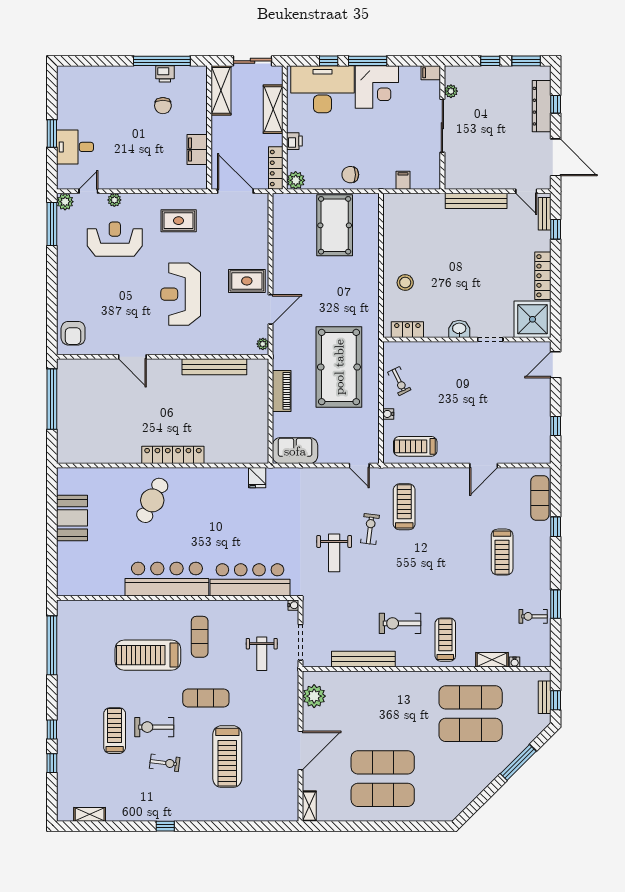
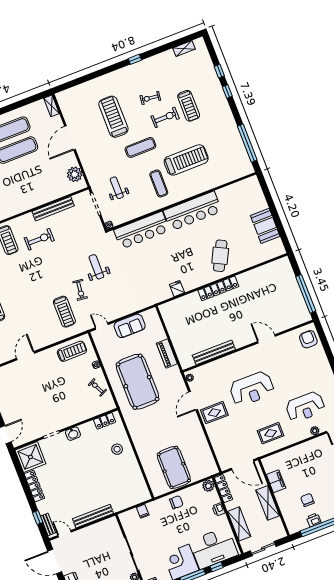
shelving: (221, 90) -> (268, 503), moved
reception desk: (181, 294) -> (252, 389), turned 90
sofa: (295, 451) -> (130, 326), moved
fridge: (257, 478) -> (177, 289), moved

